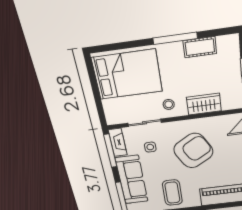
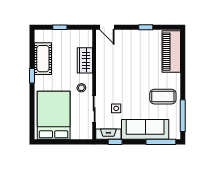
window: (175, 38) -> (32, 76), width x0.46
cot: (200, 47) -> (43, 59), width x1.37, depth x1.34
window: (110, 151) -> (115, 142), width x0.46
armchair: (193, 151) -> (124, 73), removed

